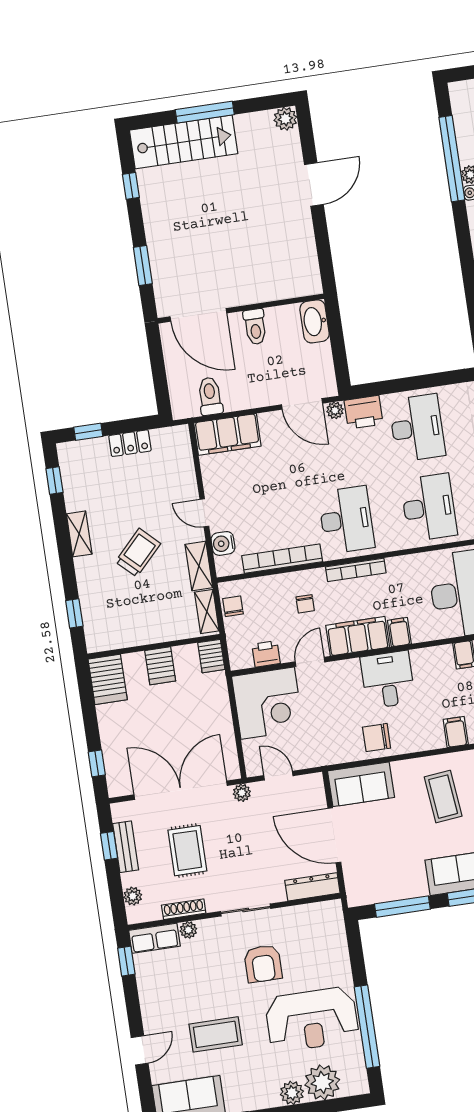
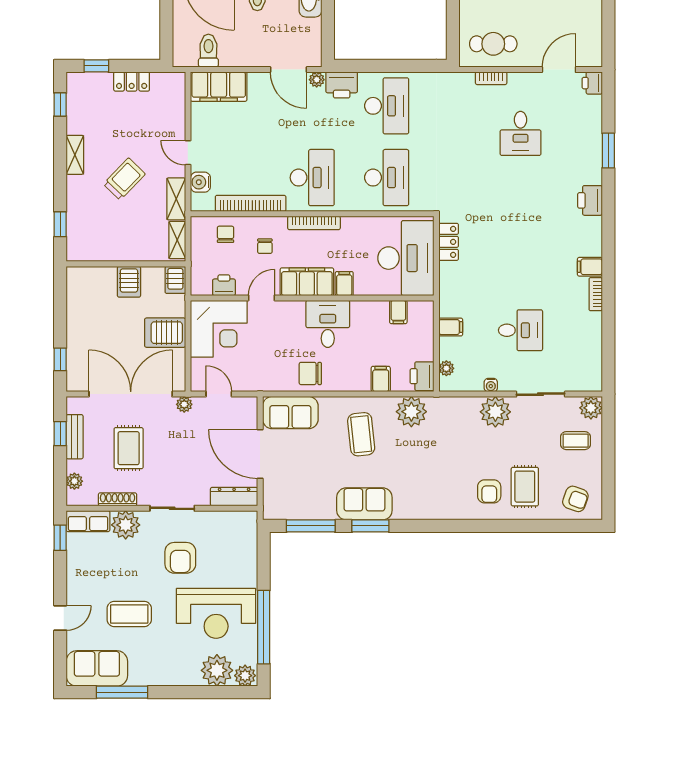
chair: (233, 606) -> (225, 234), moved
server rack: (108, 679) -> (165, 333), moved, turned 90
plant: (188, 930) -> (126, 525), width x1.87, depth x1.87
plant: (292, 1093) -> (245, 676), moved

